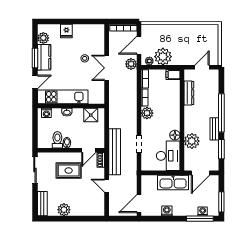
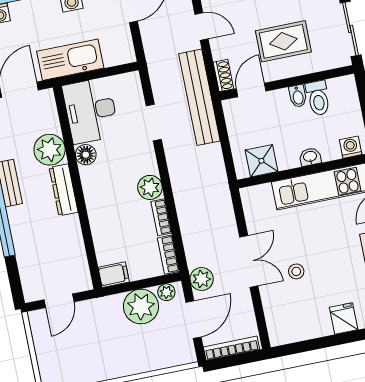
dresser: (189, 93) -> (64, 190), moved

